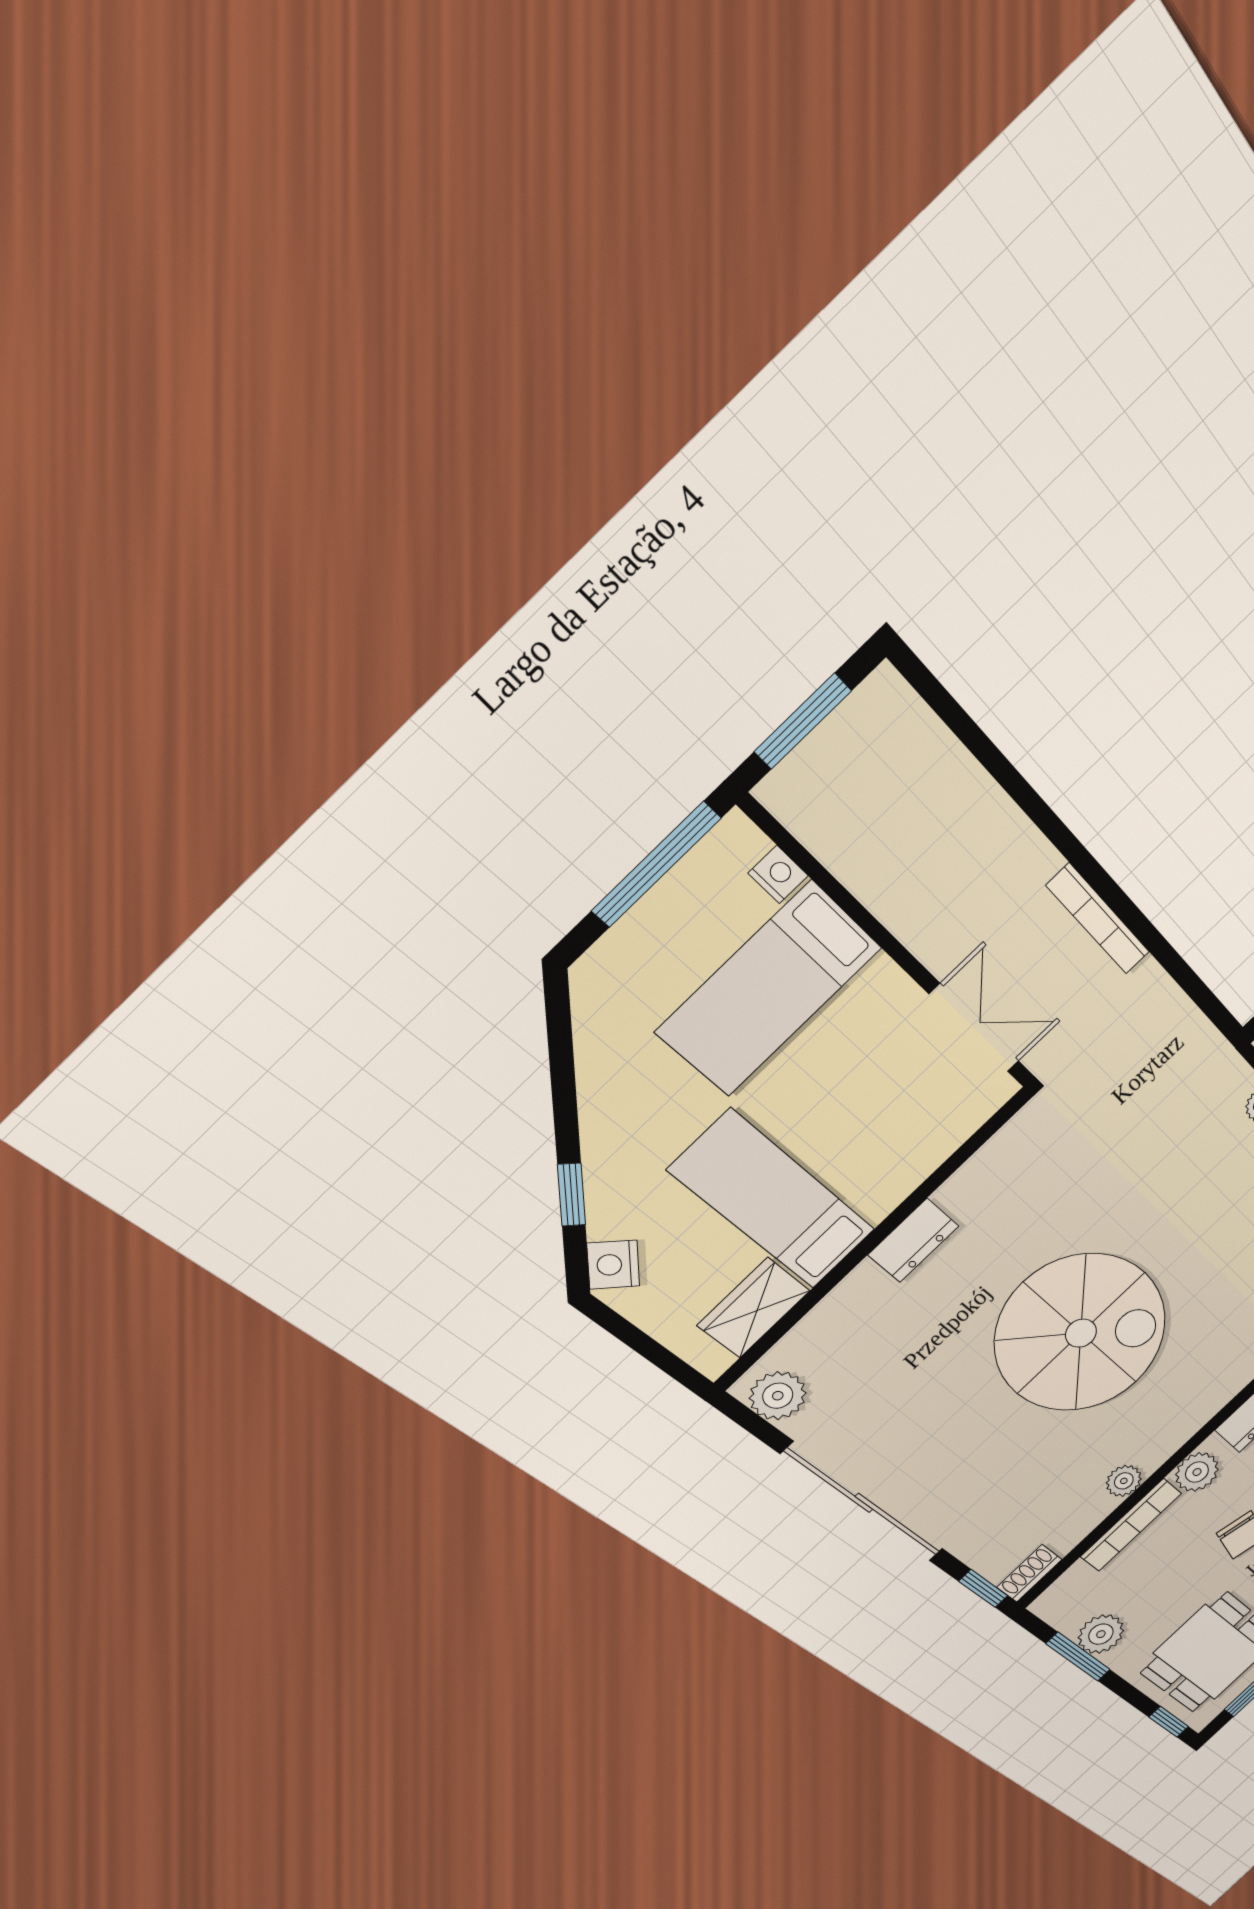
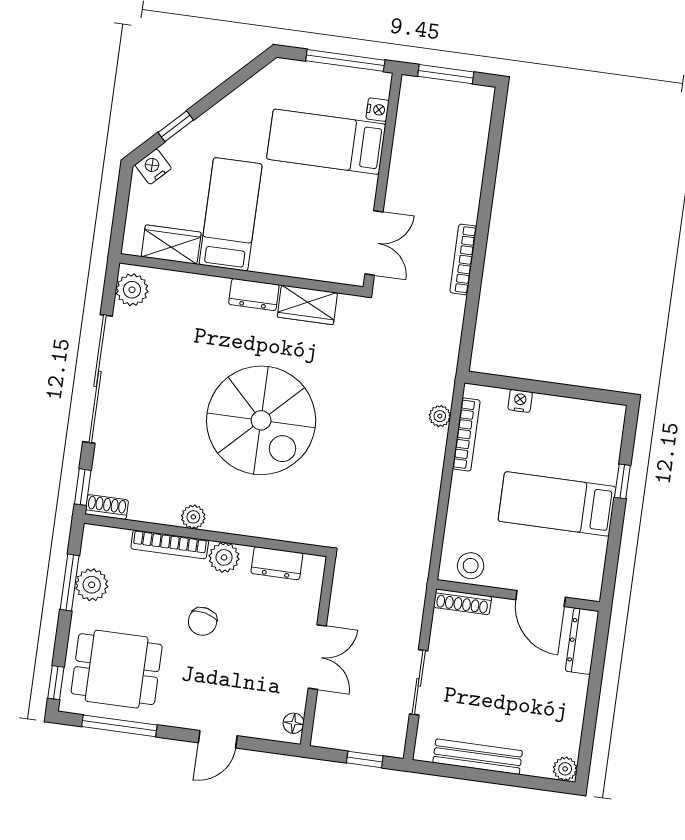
wardrobe: (985, 1179) -> (307, 305), added

